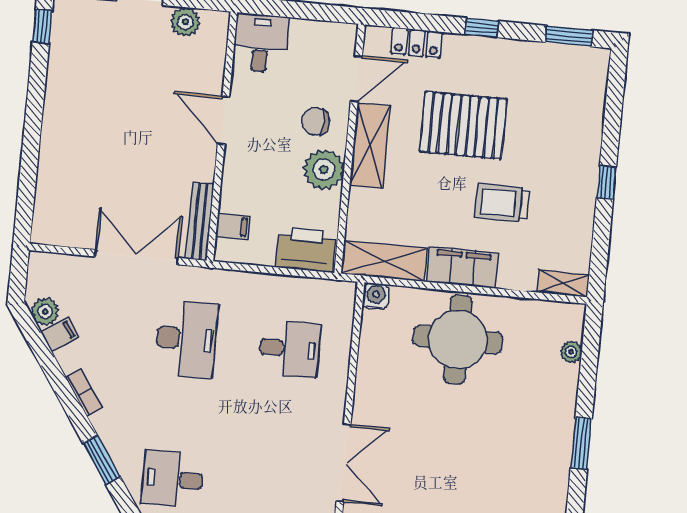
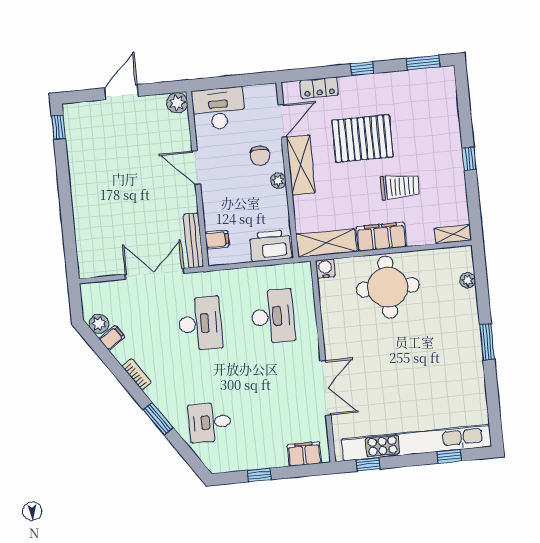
plant: (185, 22) -> (177, 103), moved
desk: (261, 43) -> (218, 109), width x1.37
chair: (316, 121) -> (260, 156), turned -90
plant: (324, 170) -> (278, 181), width x0.53, depth x0.53
trolley: (502, 203) -> (400, 187), turned 180
desk: (290, 349) -> (273, 316), width x1.37

